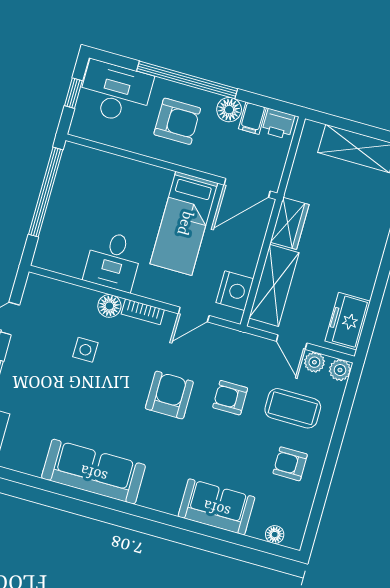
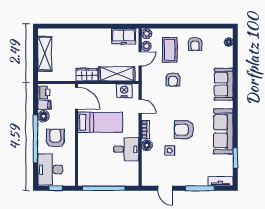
armchair: (169, 395) -> (184, 130), moved
window: (32, 481) -> (235, 158), added
sofa: (217, 507) -> (224, 84), moved

